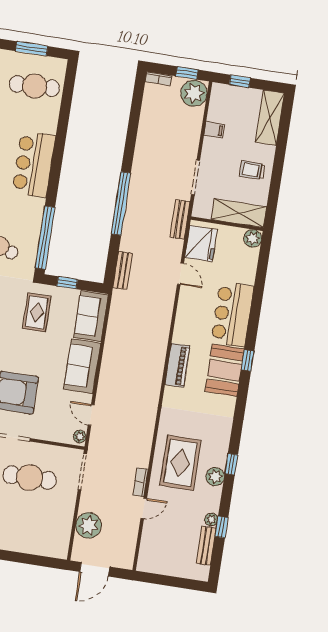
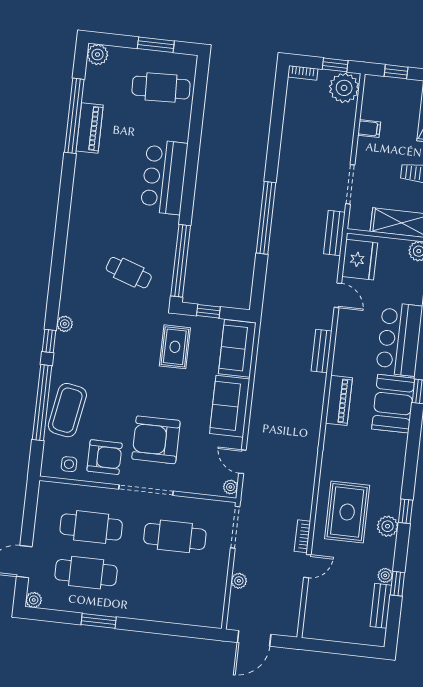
bench: (123, 270) -> (321, 351), moved
plant: (89, 525) -> (239, 581), width x0.53, depth x0.53

